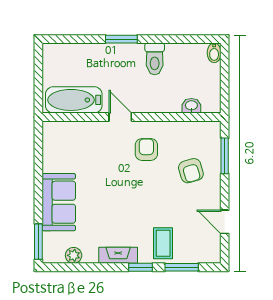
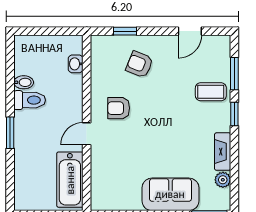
bidet: (214, 53) -> (24, 82), moved
window: (225, 156) -> (125, 31), width x0.67
armchair: (191, 171) -> (139, 64), turned -142
fireplace: (118, 255) -> (223, 152), moved

